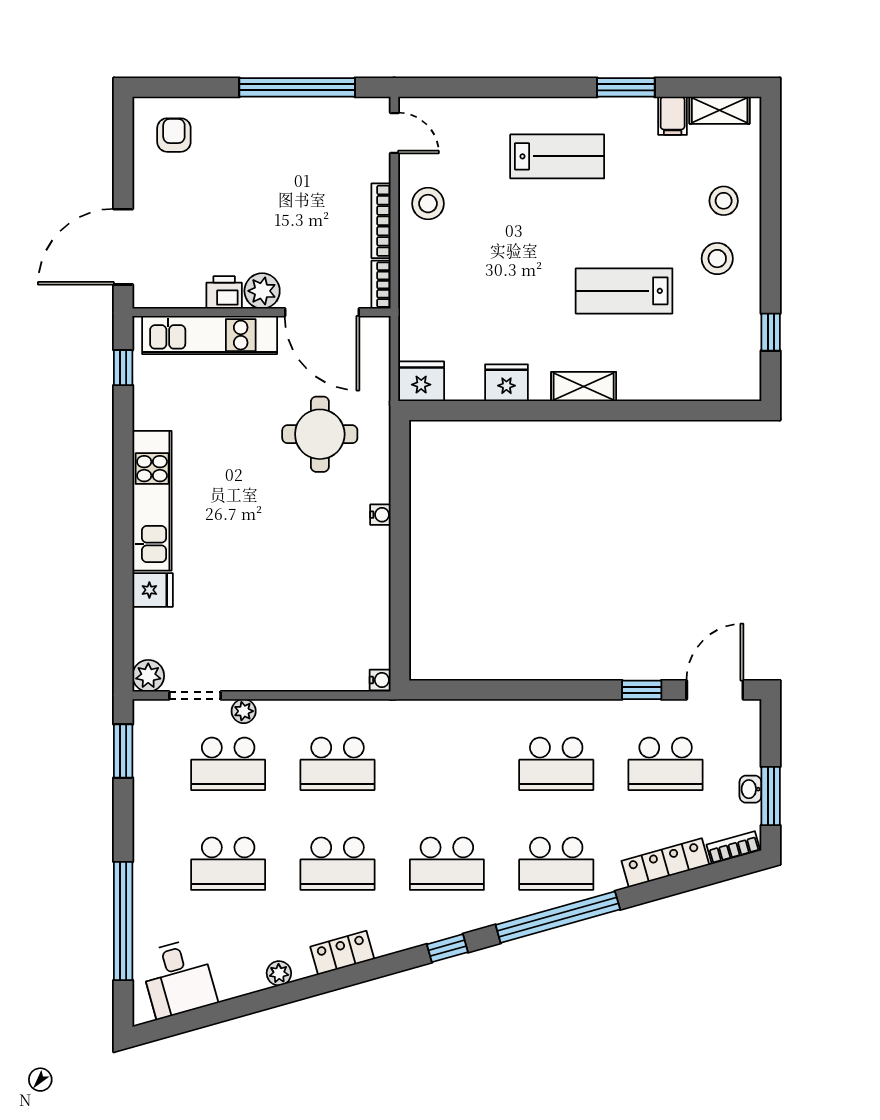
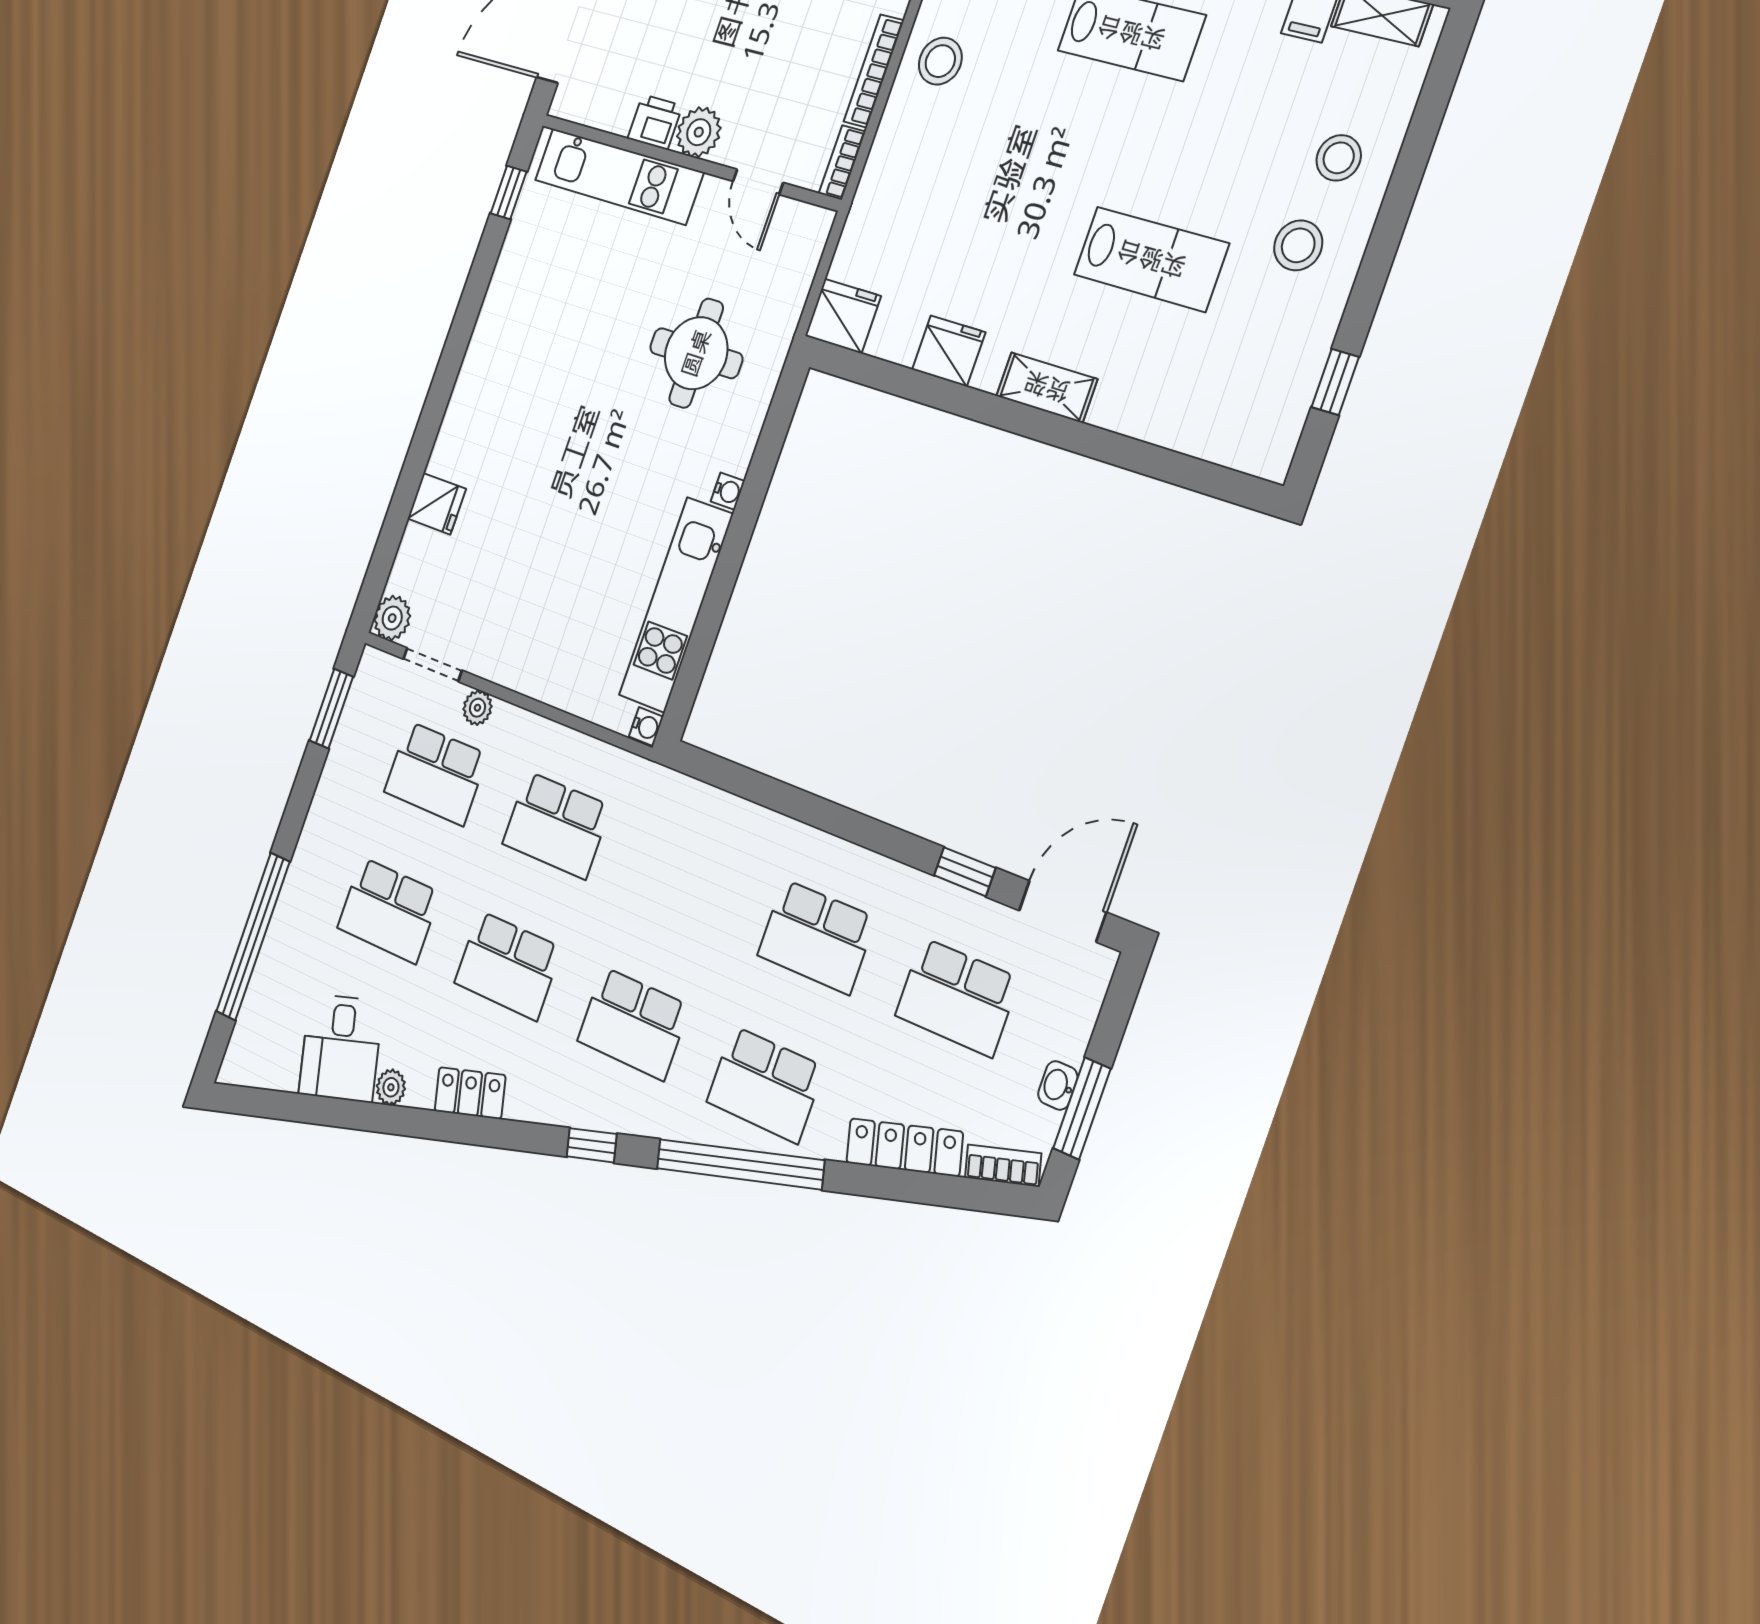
lab bench: (624, 291) -> (1151, 259), turned 180
door: (322, 312) -> (758, 182), width x0.53
kitchen unit: (152, 501) -> (676, 605), moved, turned 180
desk: (178, 978) -> (341, 1048), moved

